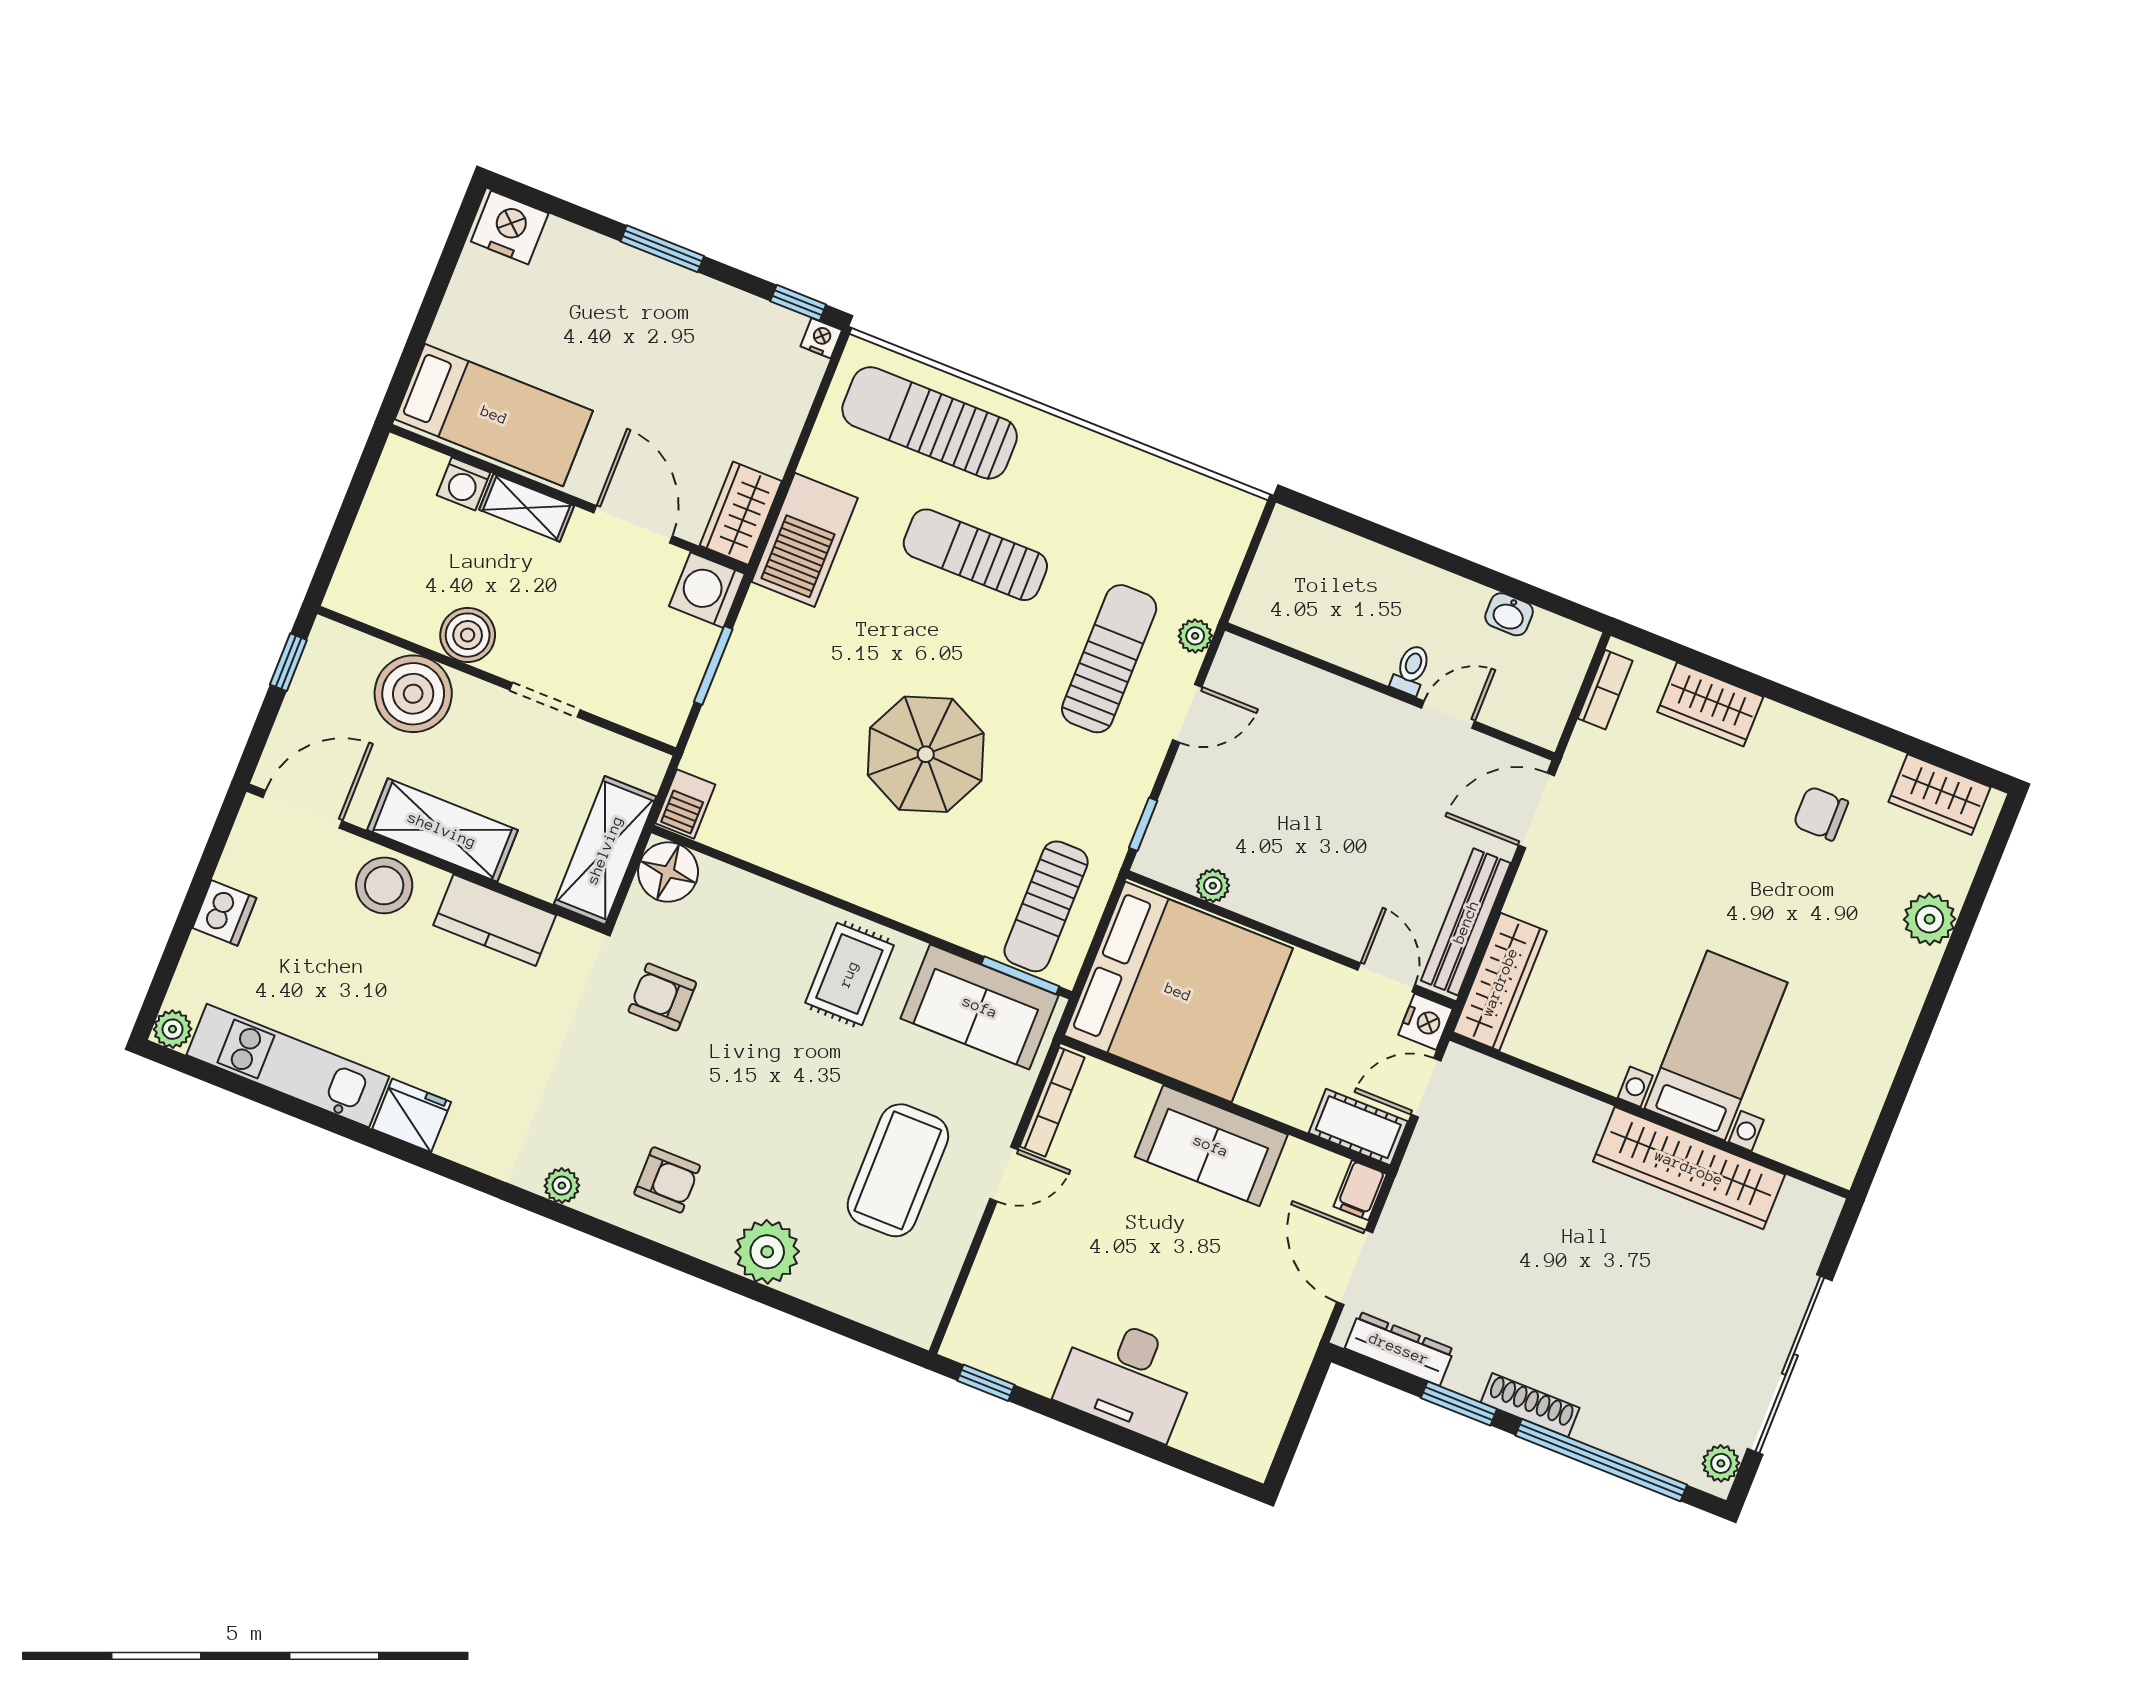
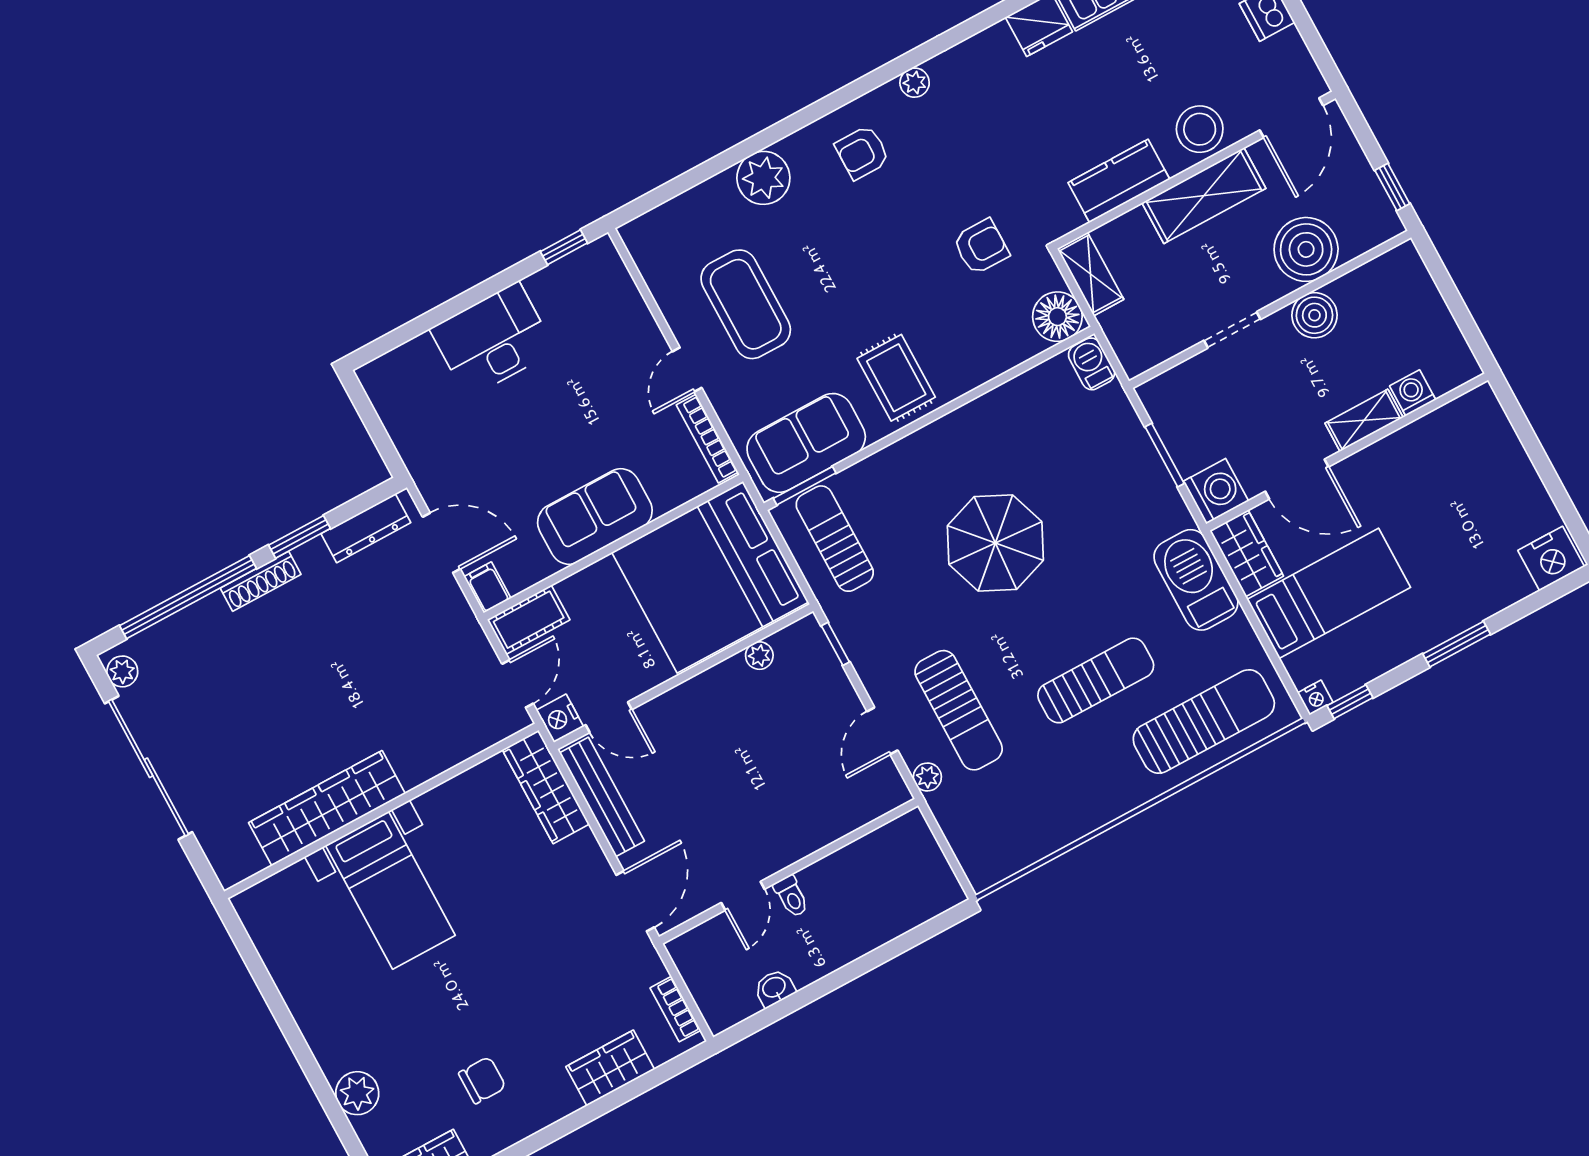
bed: (494, 415) -> (1329, 593), moved, turned 180
shelving: (605, 850) -> (1090, 274), width x0.67, depth x0.75

